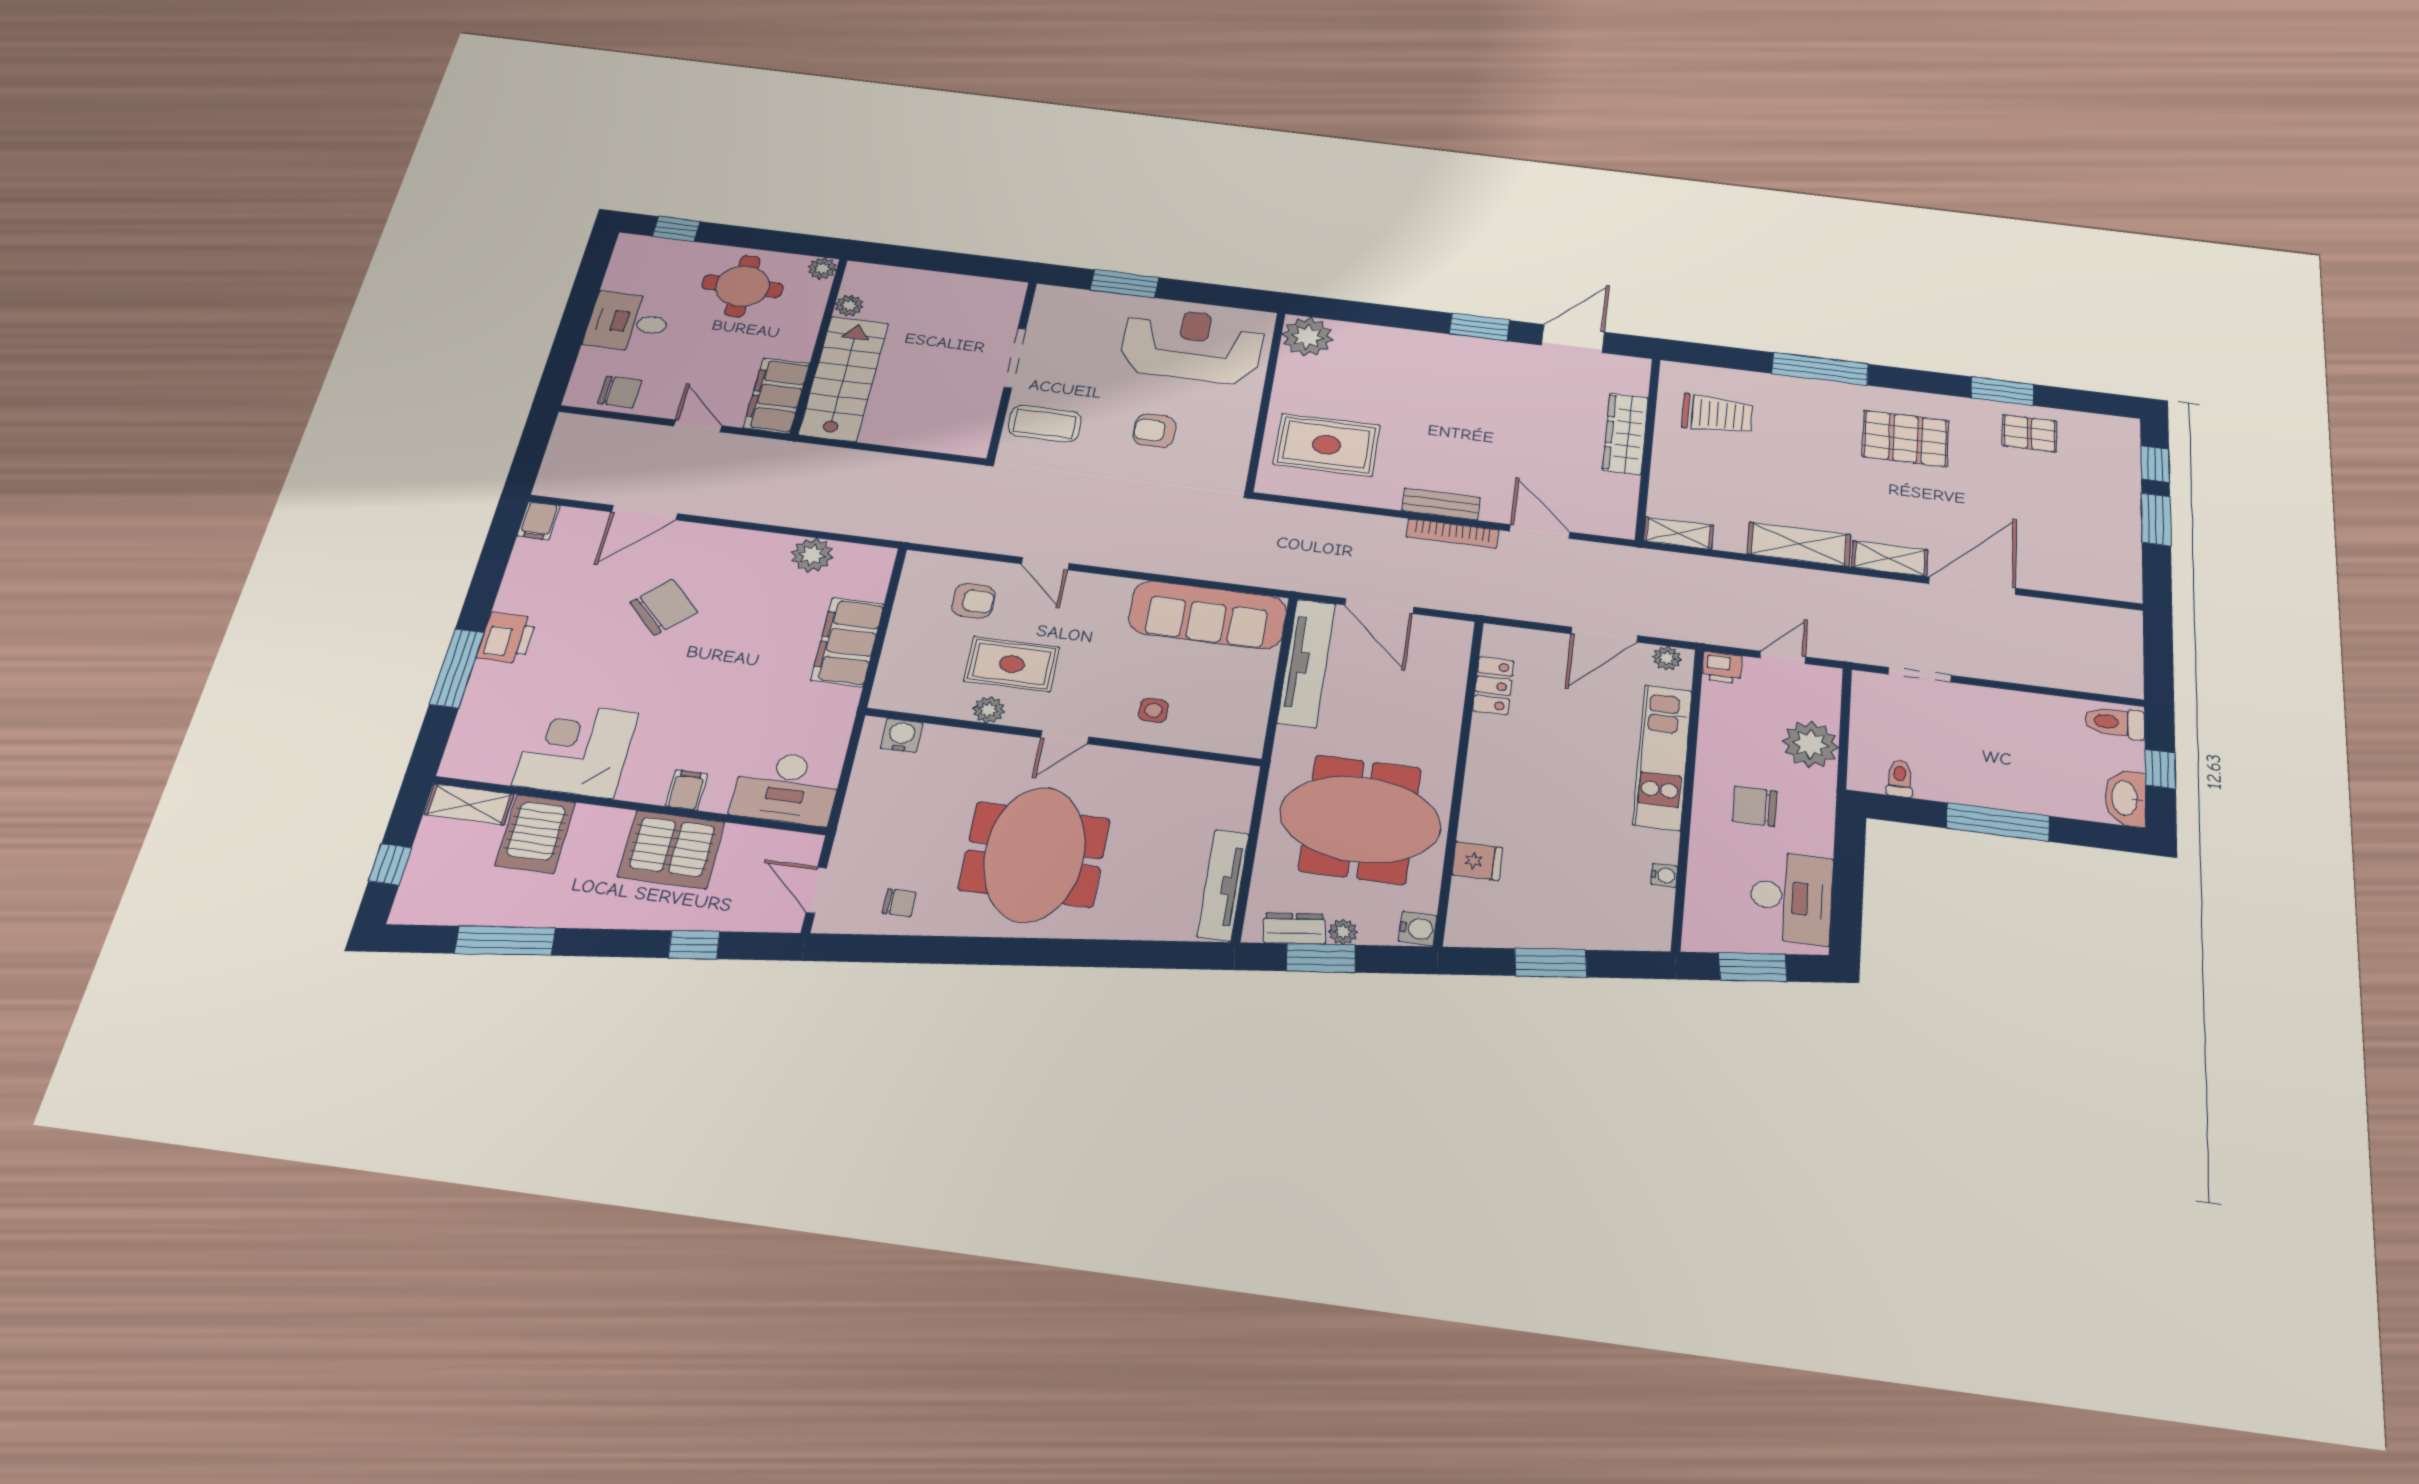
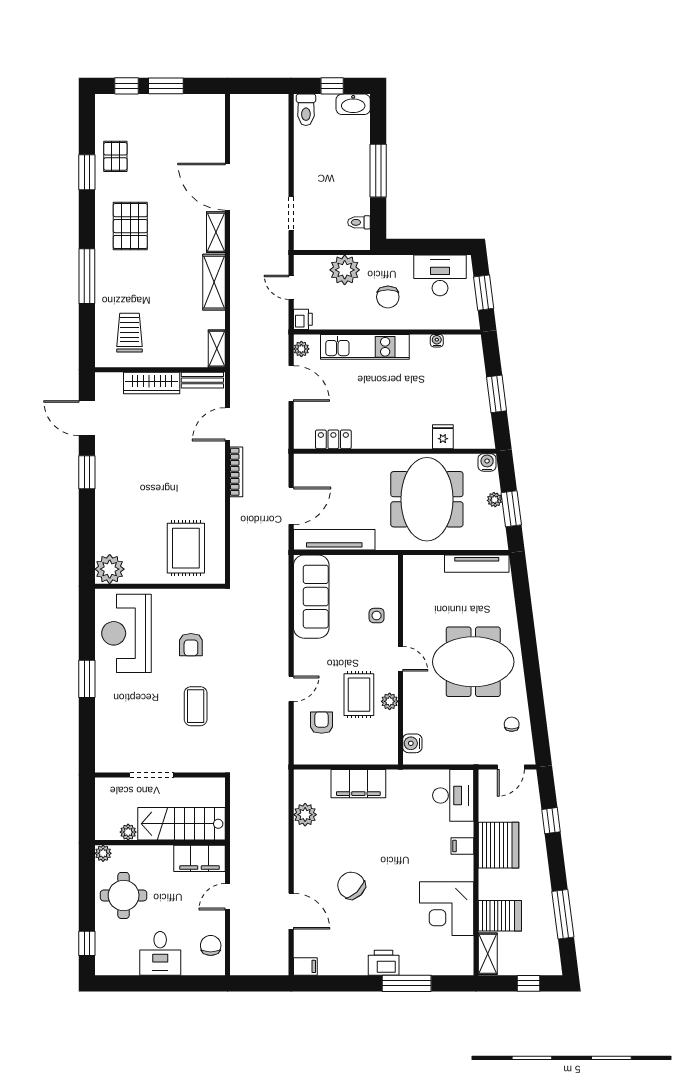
doorway: (1015, 358) -> (152, 775), moved
wall: (1012, 369) -> (160, 775), moved
bench: (1441, 504) -> (202, 380), moved, turned 90
dresser: (1294, 928) -> (496, 524), removed

